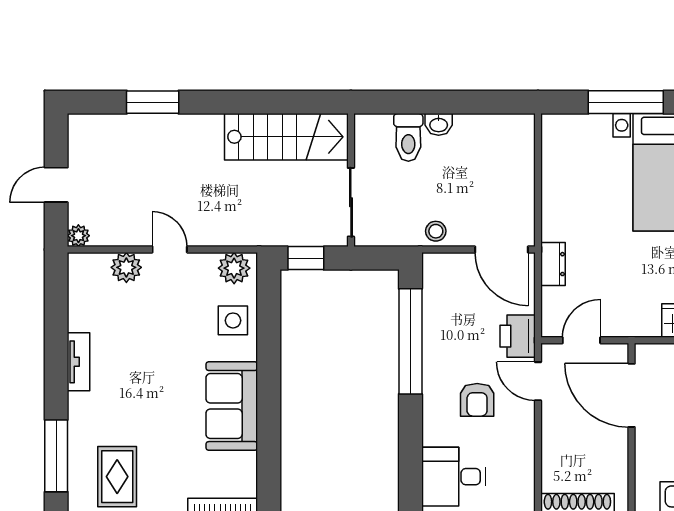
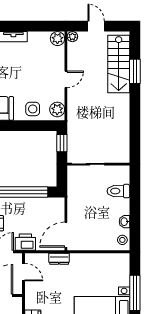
washbasin: (439, 124) -> (124, 222), moved
stairs: (286, 137) -> (119, 64), moved
stool: (436, 231) -> (122, 240), moved
plant: (126, 267) -> (57, 39), moved

